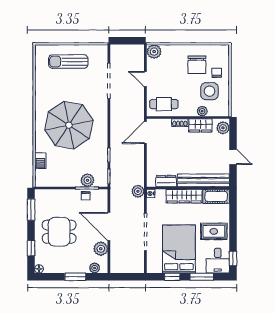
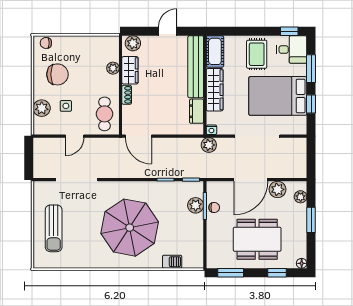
plant: (154, 52) -> (42, 108), moved
chair: (217, 73) -> (46, 43), moved
side table: (209, 91) -> (66, 106), moved, width x0.54, depth x0.54
dining table: (59, 232) -> (257, 239), width x1.38

